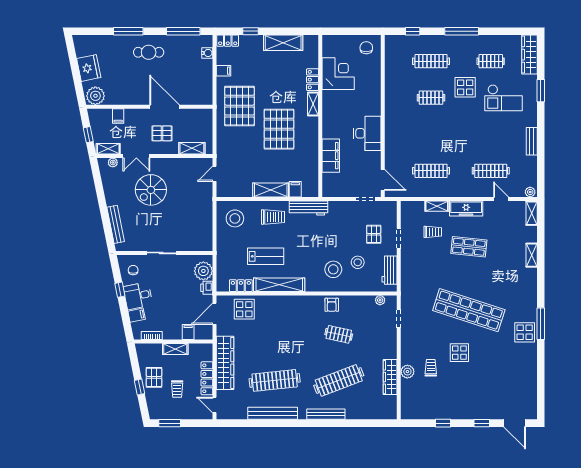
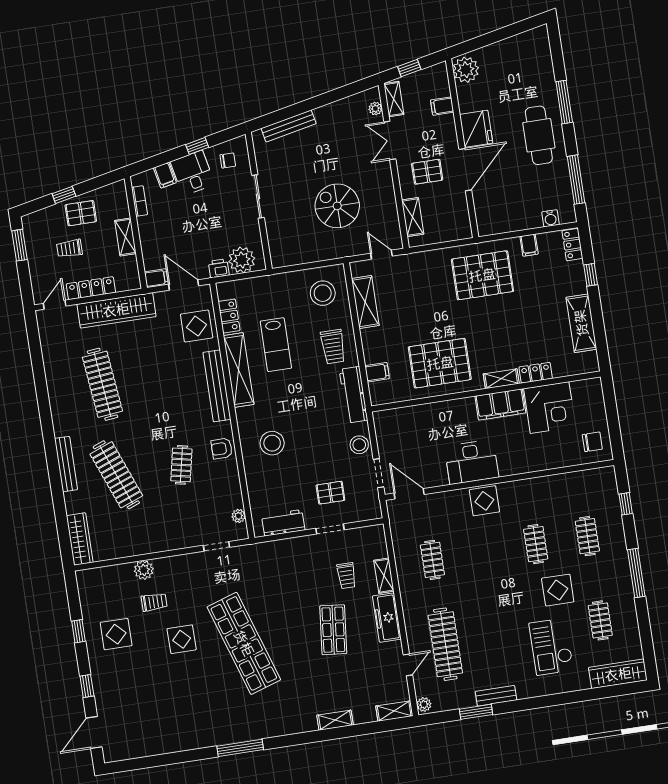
cafe table: (149, 52) -> (539, 135), width x1.37, depth x1.35
clothes rail: (431, 61) -> (587, 536), width x0.73
fridge: (89, 68) -> (476, 129), moved, turned -79
window: (541, 91) -> (476, 712), moved
pallet: (279, 129) -> (440, 363), moved
display table: (396, 129) -> (484, 501), added
pallet: (162, 133) -> (427, 172), turned 90
filing cabinet: (331, 156) -> (500, 404), moved
clothes rail: (431, 171) -> (432, 560), width x0.73
clothes rail: (491, 171) -> (445, 644), width x1.37, depth x1.31
door: (383, 180) -> (409, 494), swing flipped
spiral stairs: (151, 190) -> (337, 206), moved
shelving: (271, 190) -> (365, 302), moved
stool: (358, 262) -> (359, 445), moved
shop shelf: (469, 310) -> (244, 643), turned -36
filing cabinet: (188, 332) -> (156, 278), moved
display table: (525, 332) -> (116, 634), moved
wardrobe: (390, 377) -> (80, 539), moved, turned 90
bench: (273, 413) -> (217, 386), moved

